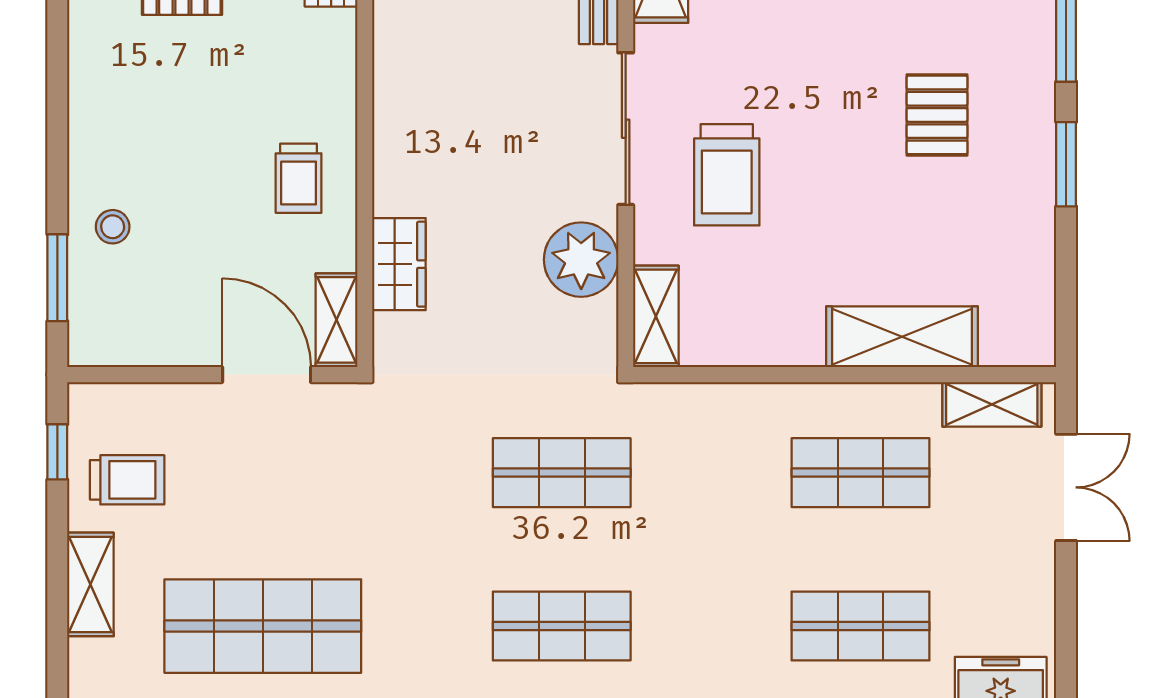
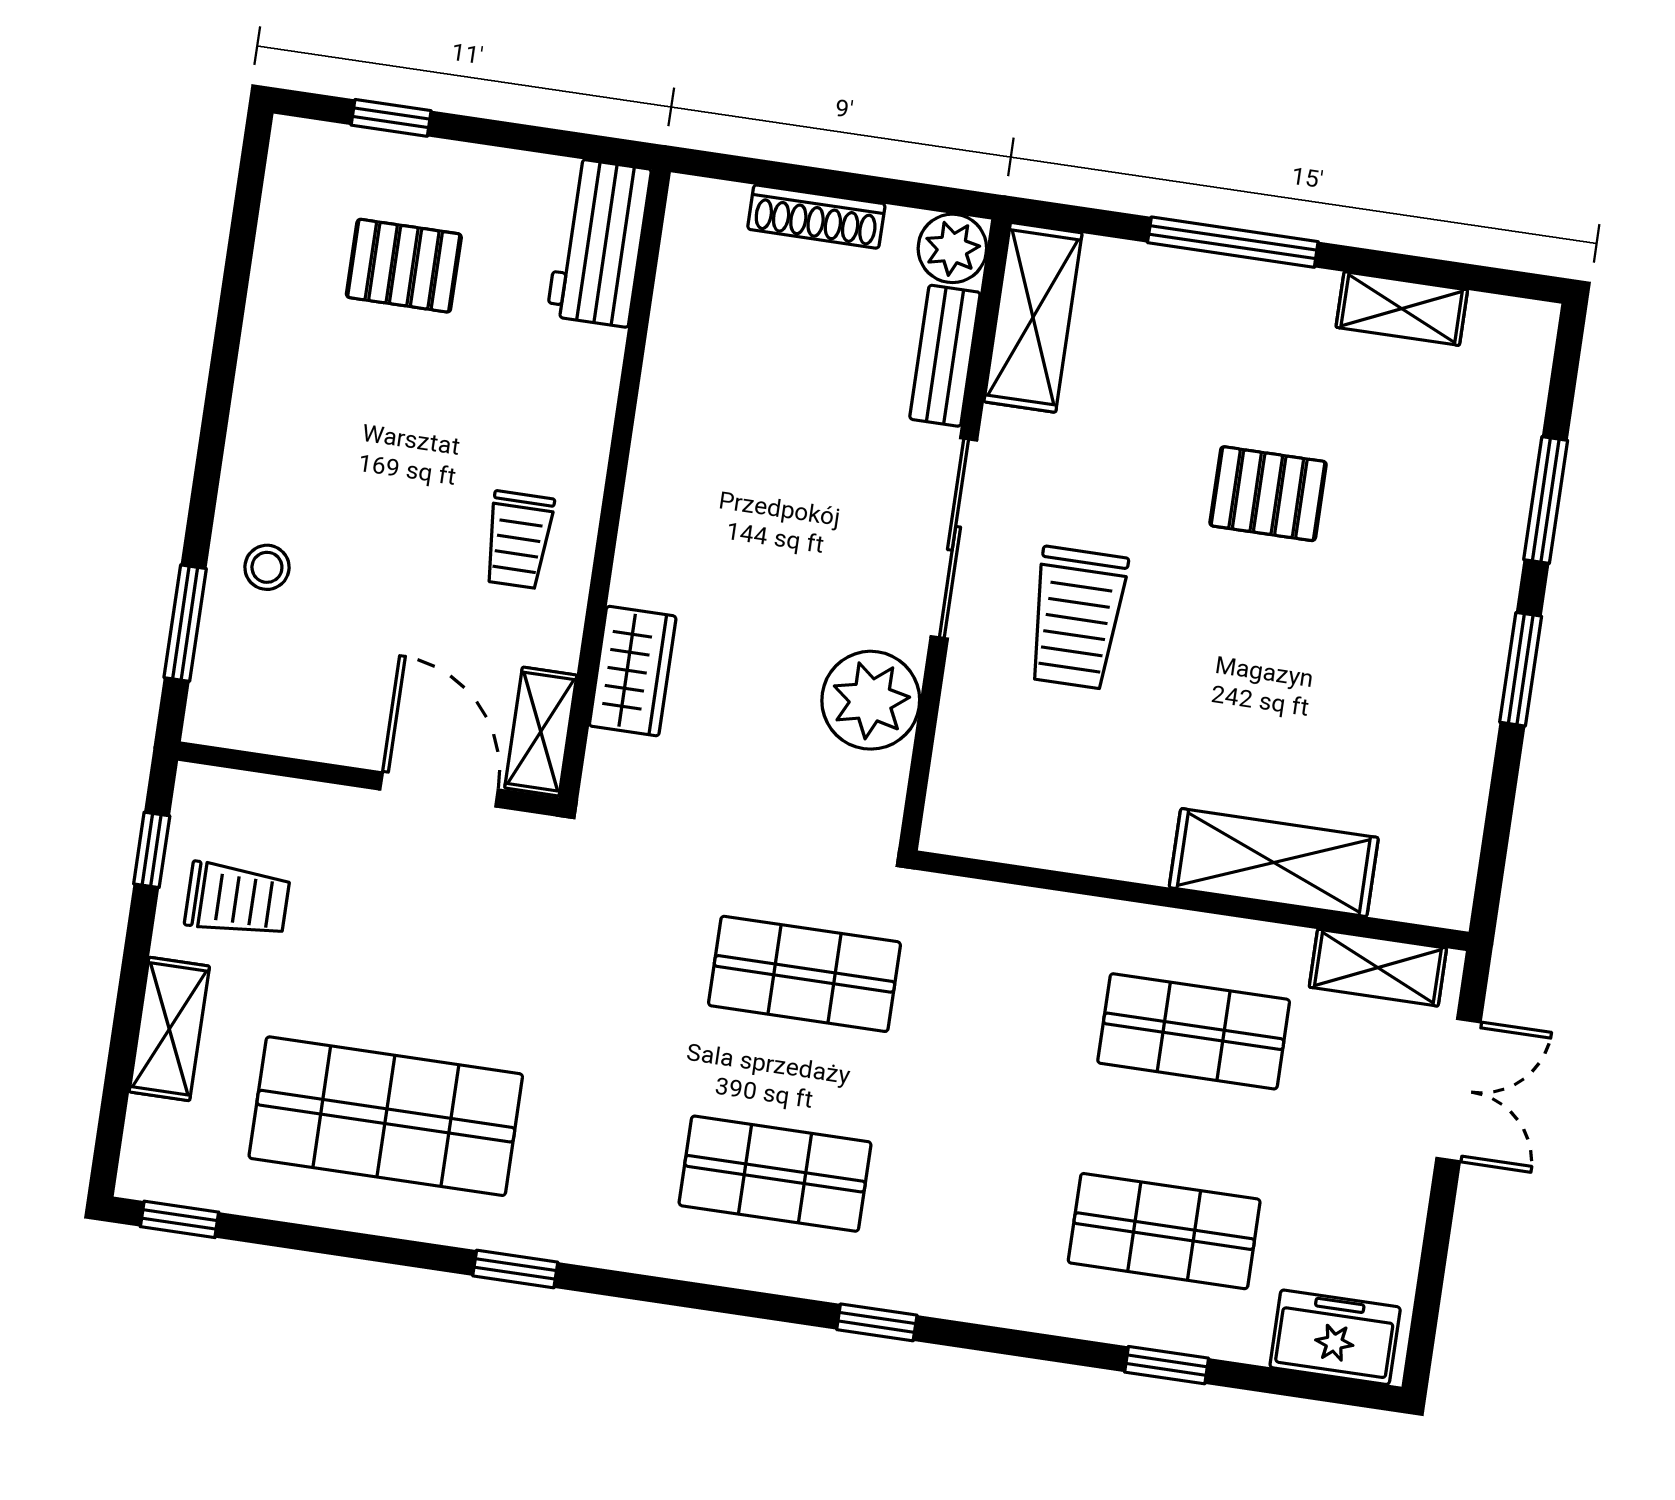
pallet: (937, 115) -> (1268, 494), moved, turned 90
shelving: (656, 316) -> (957, 789), removed

